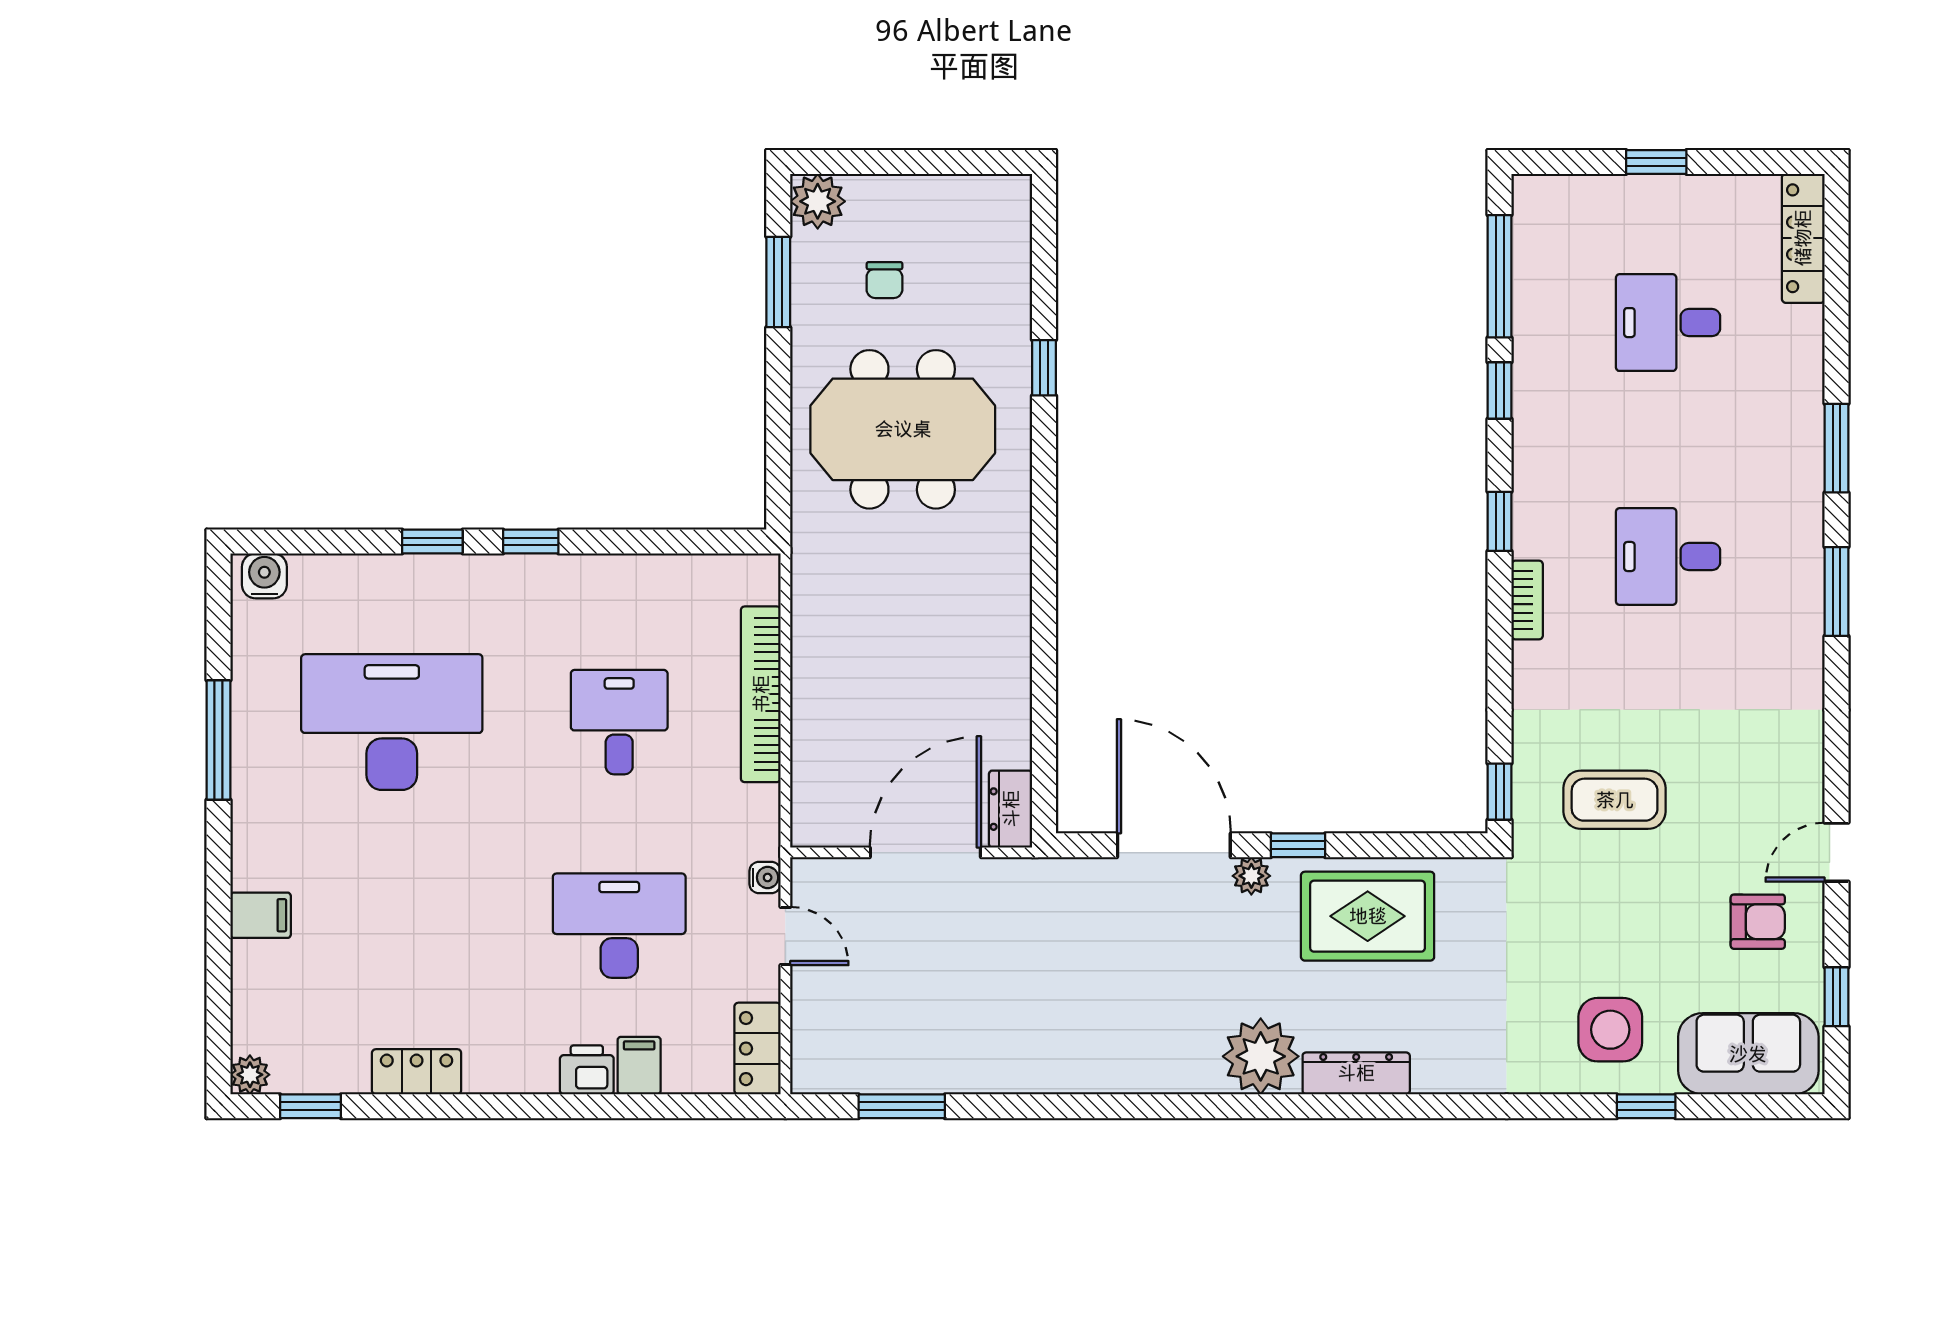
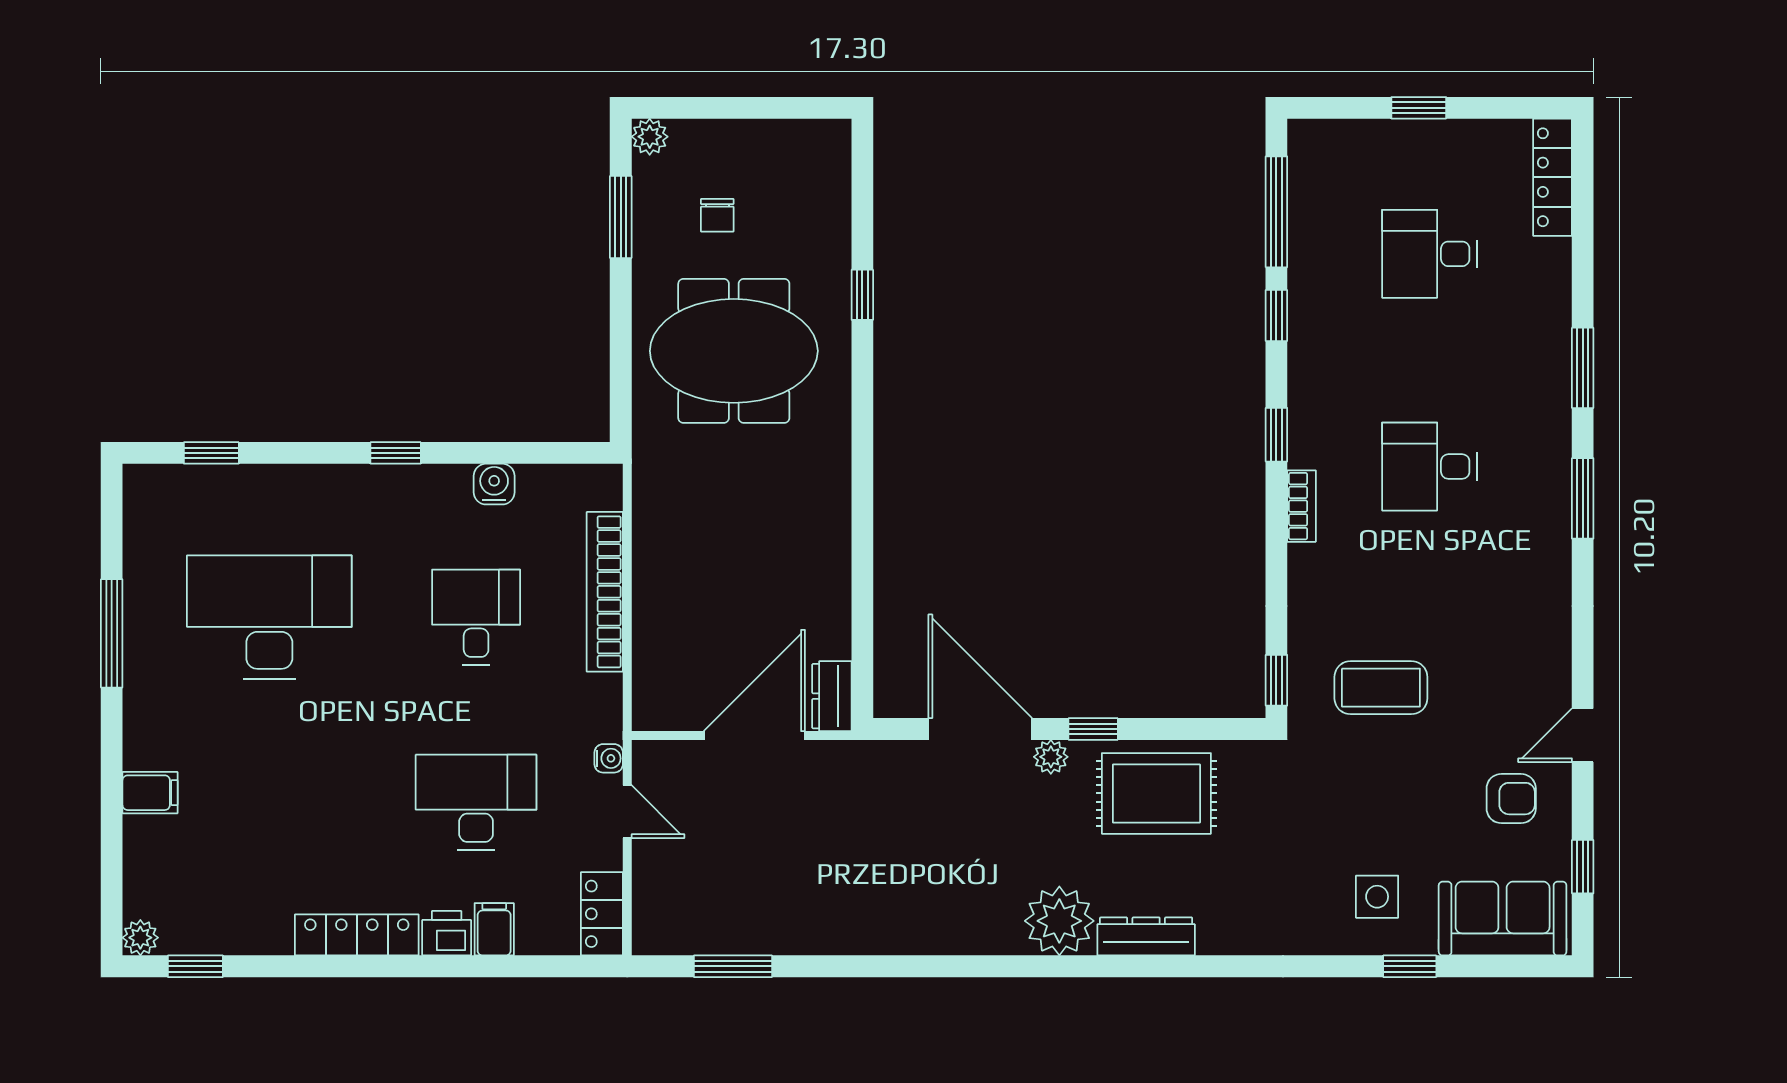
plant: (818, 201) -> (650, 137), width x0.73, depth x0.73
window: (432, 542) -> (211, 453), moved
water cooler: (264, 576) -> (494, 484), moved
side table: (1610, 1030) -> (1377, 897), width x0.73, depth x0.73
locker: (417, 1072) -> (357, 935), moved, width x1.53

